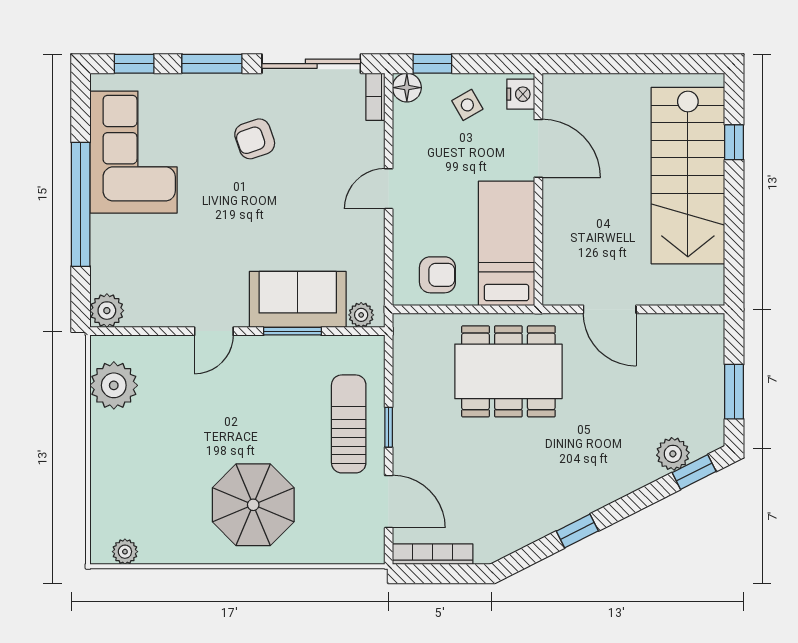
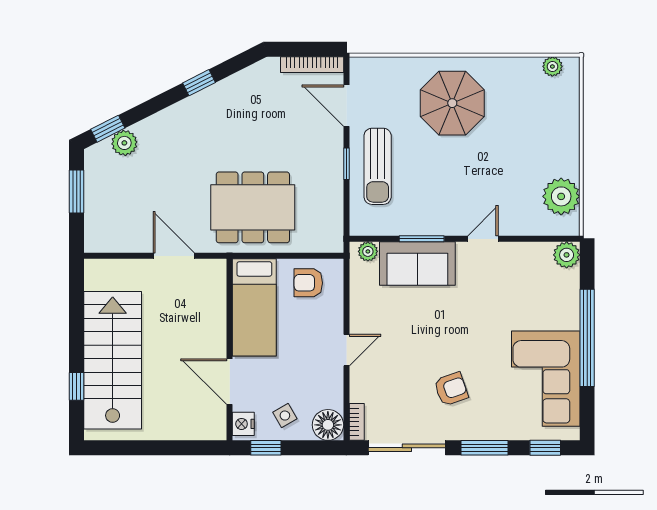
window: (432, 64) -> (266, 448), moved
floor lamp: (407, 88) -> (328, 425), width x1.38, depth x1.38

